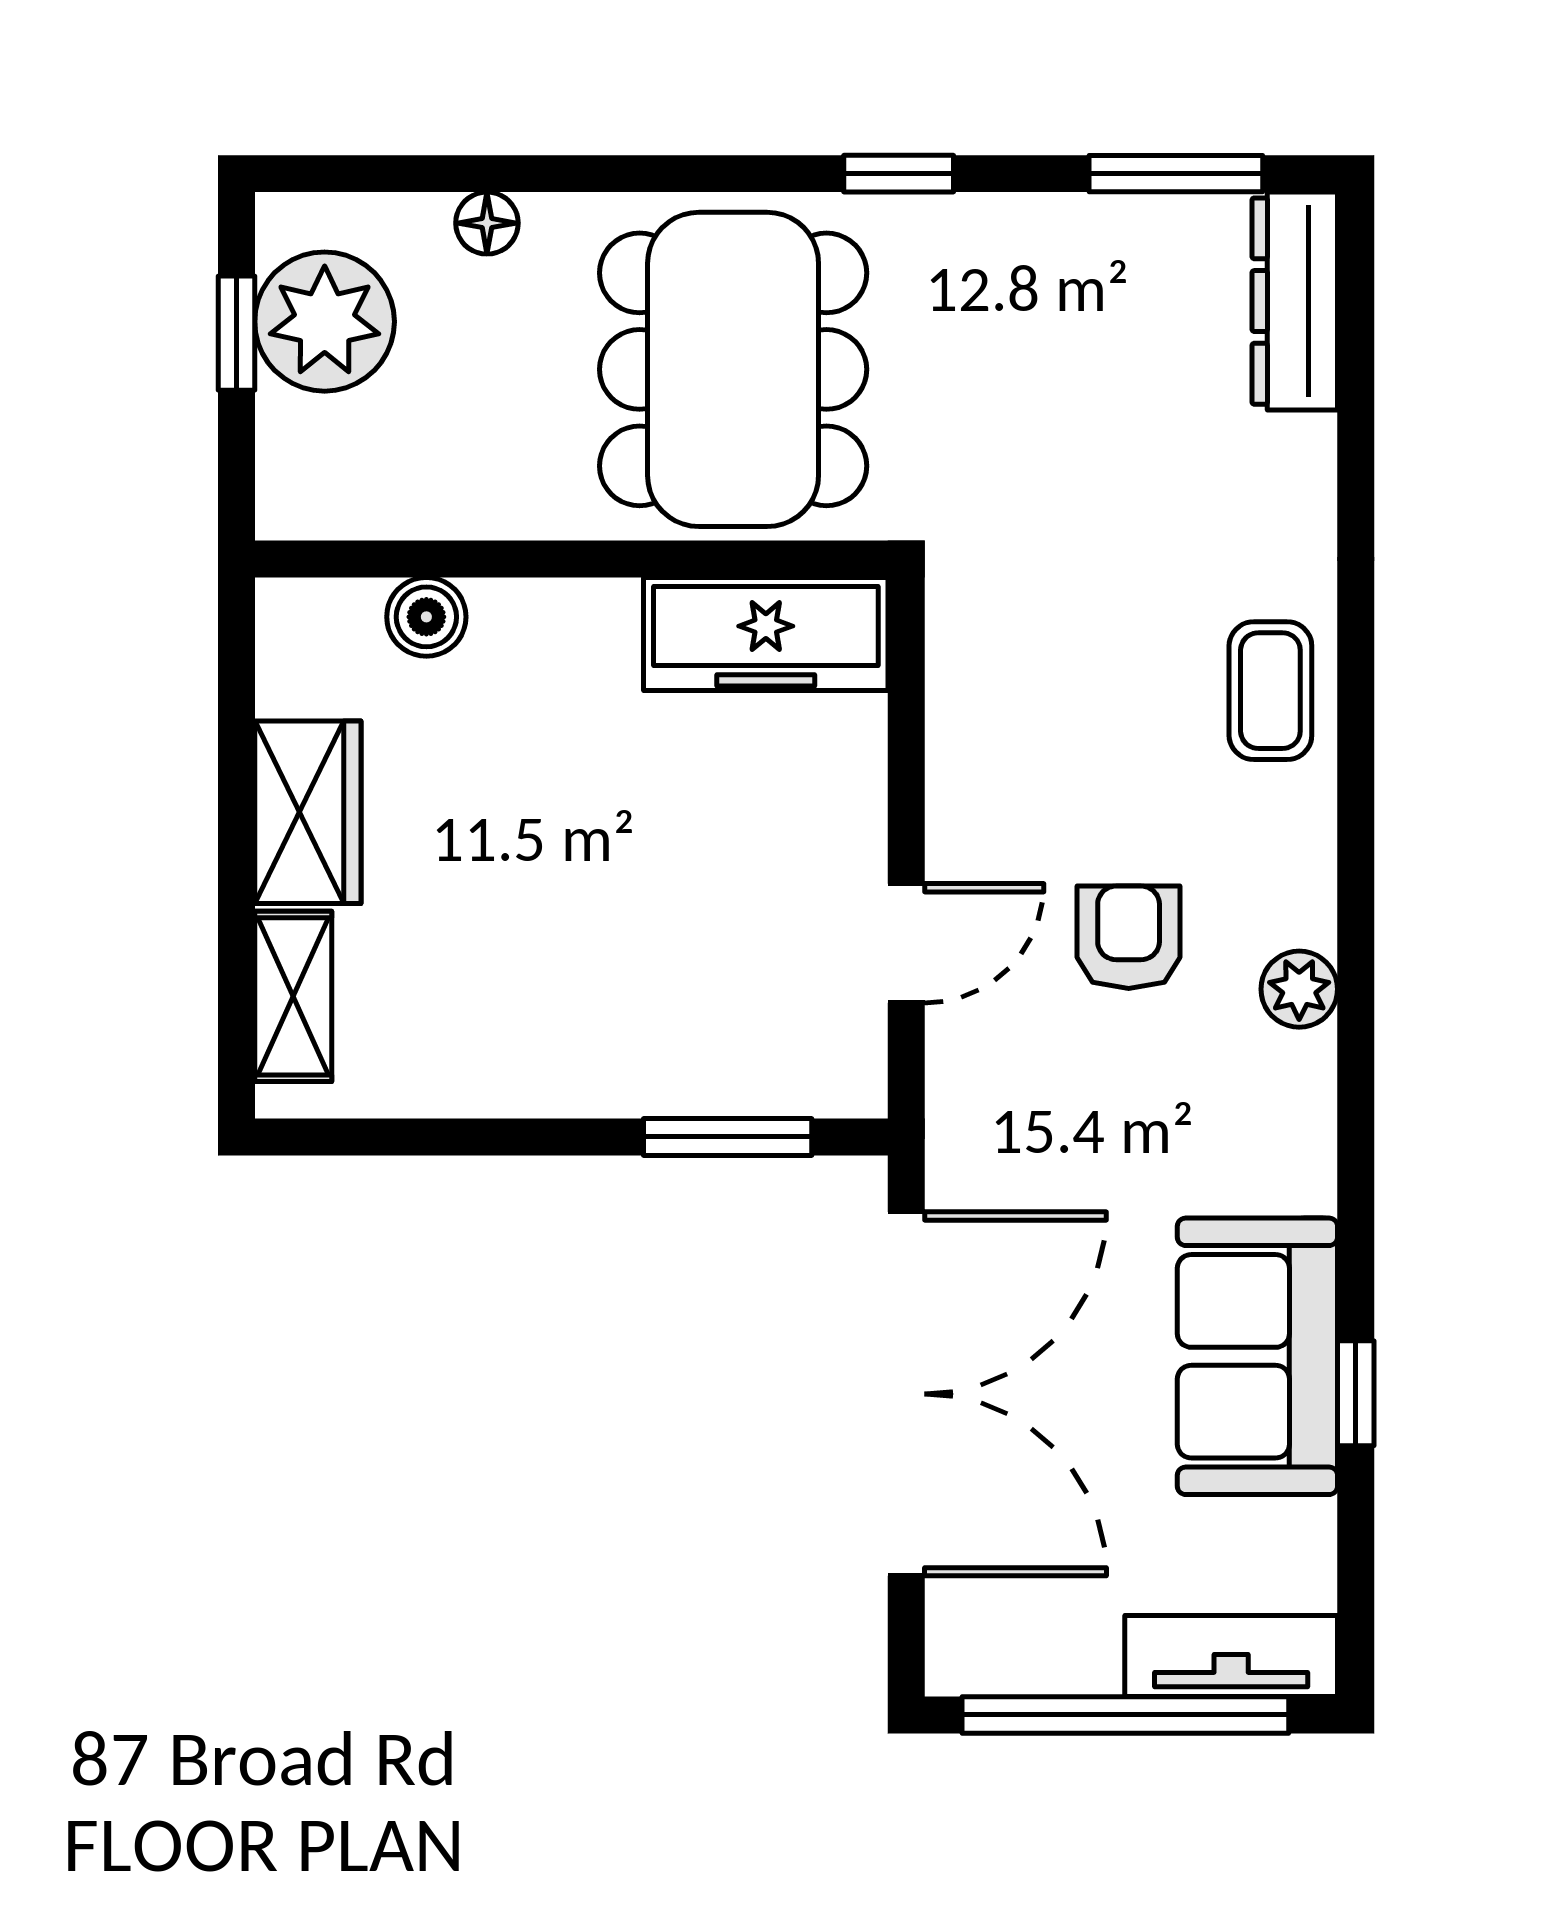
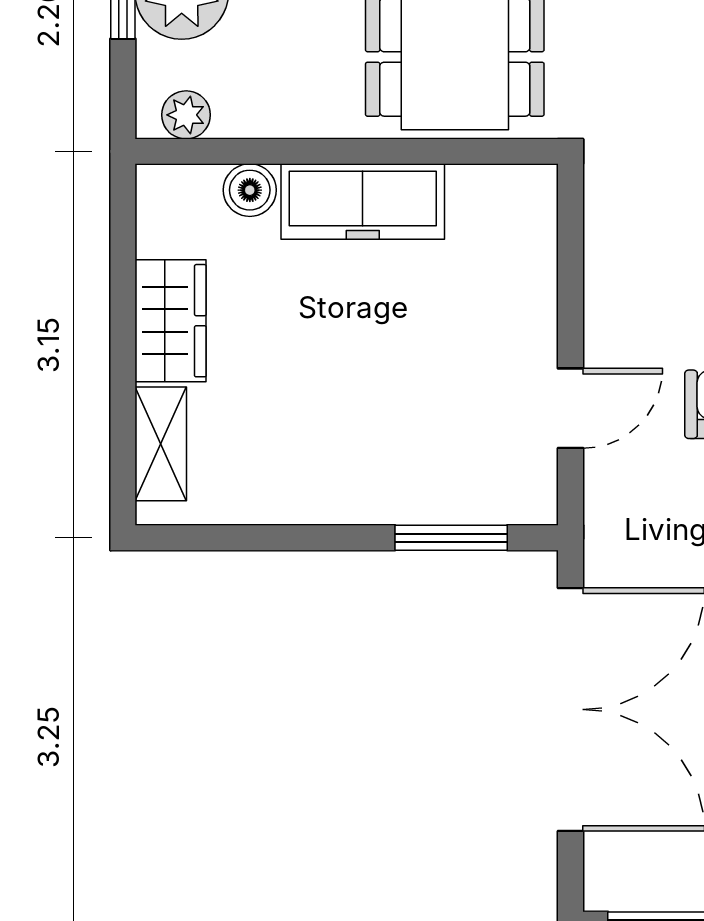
plant: (331, 504) -> (186, 115), added
freezer: (766, 634) -> (363, 202), moved

